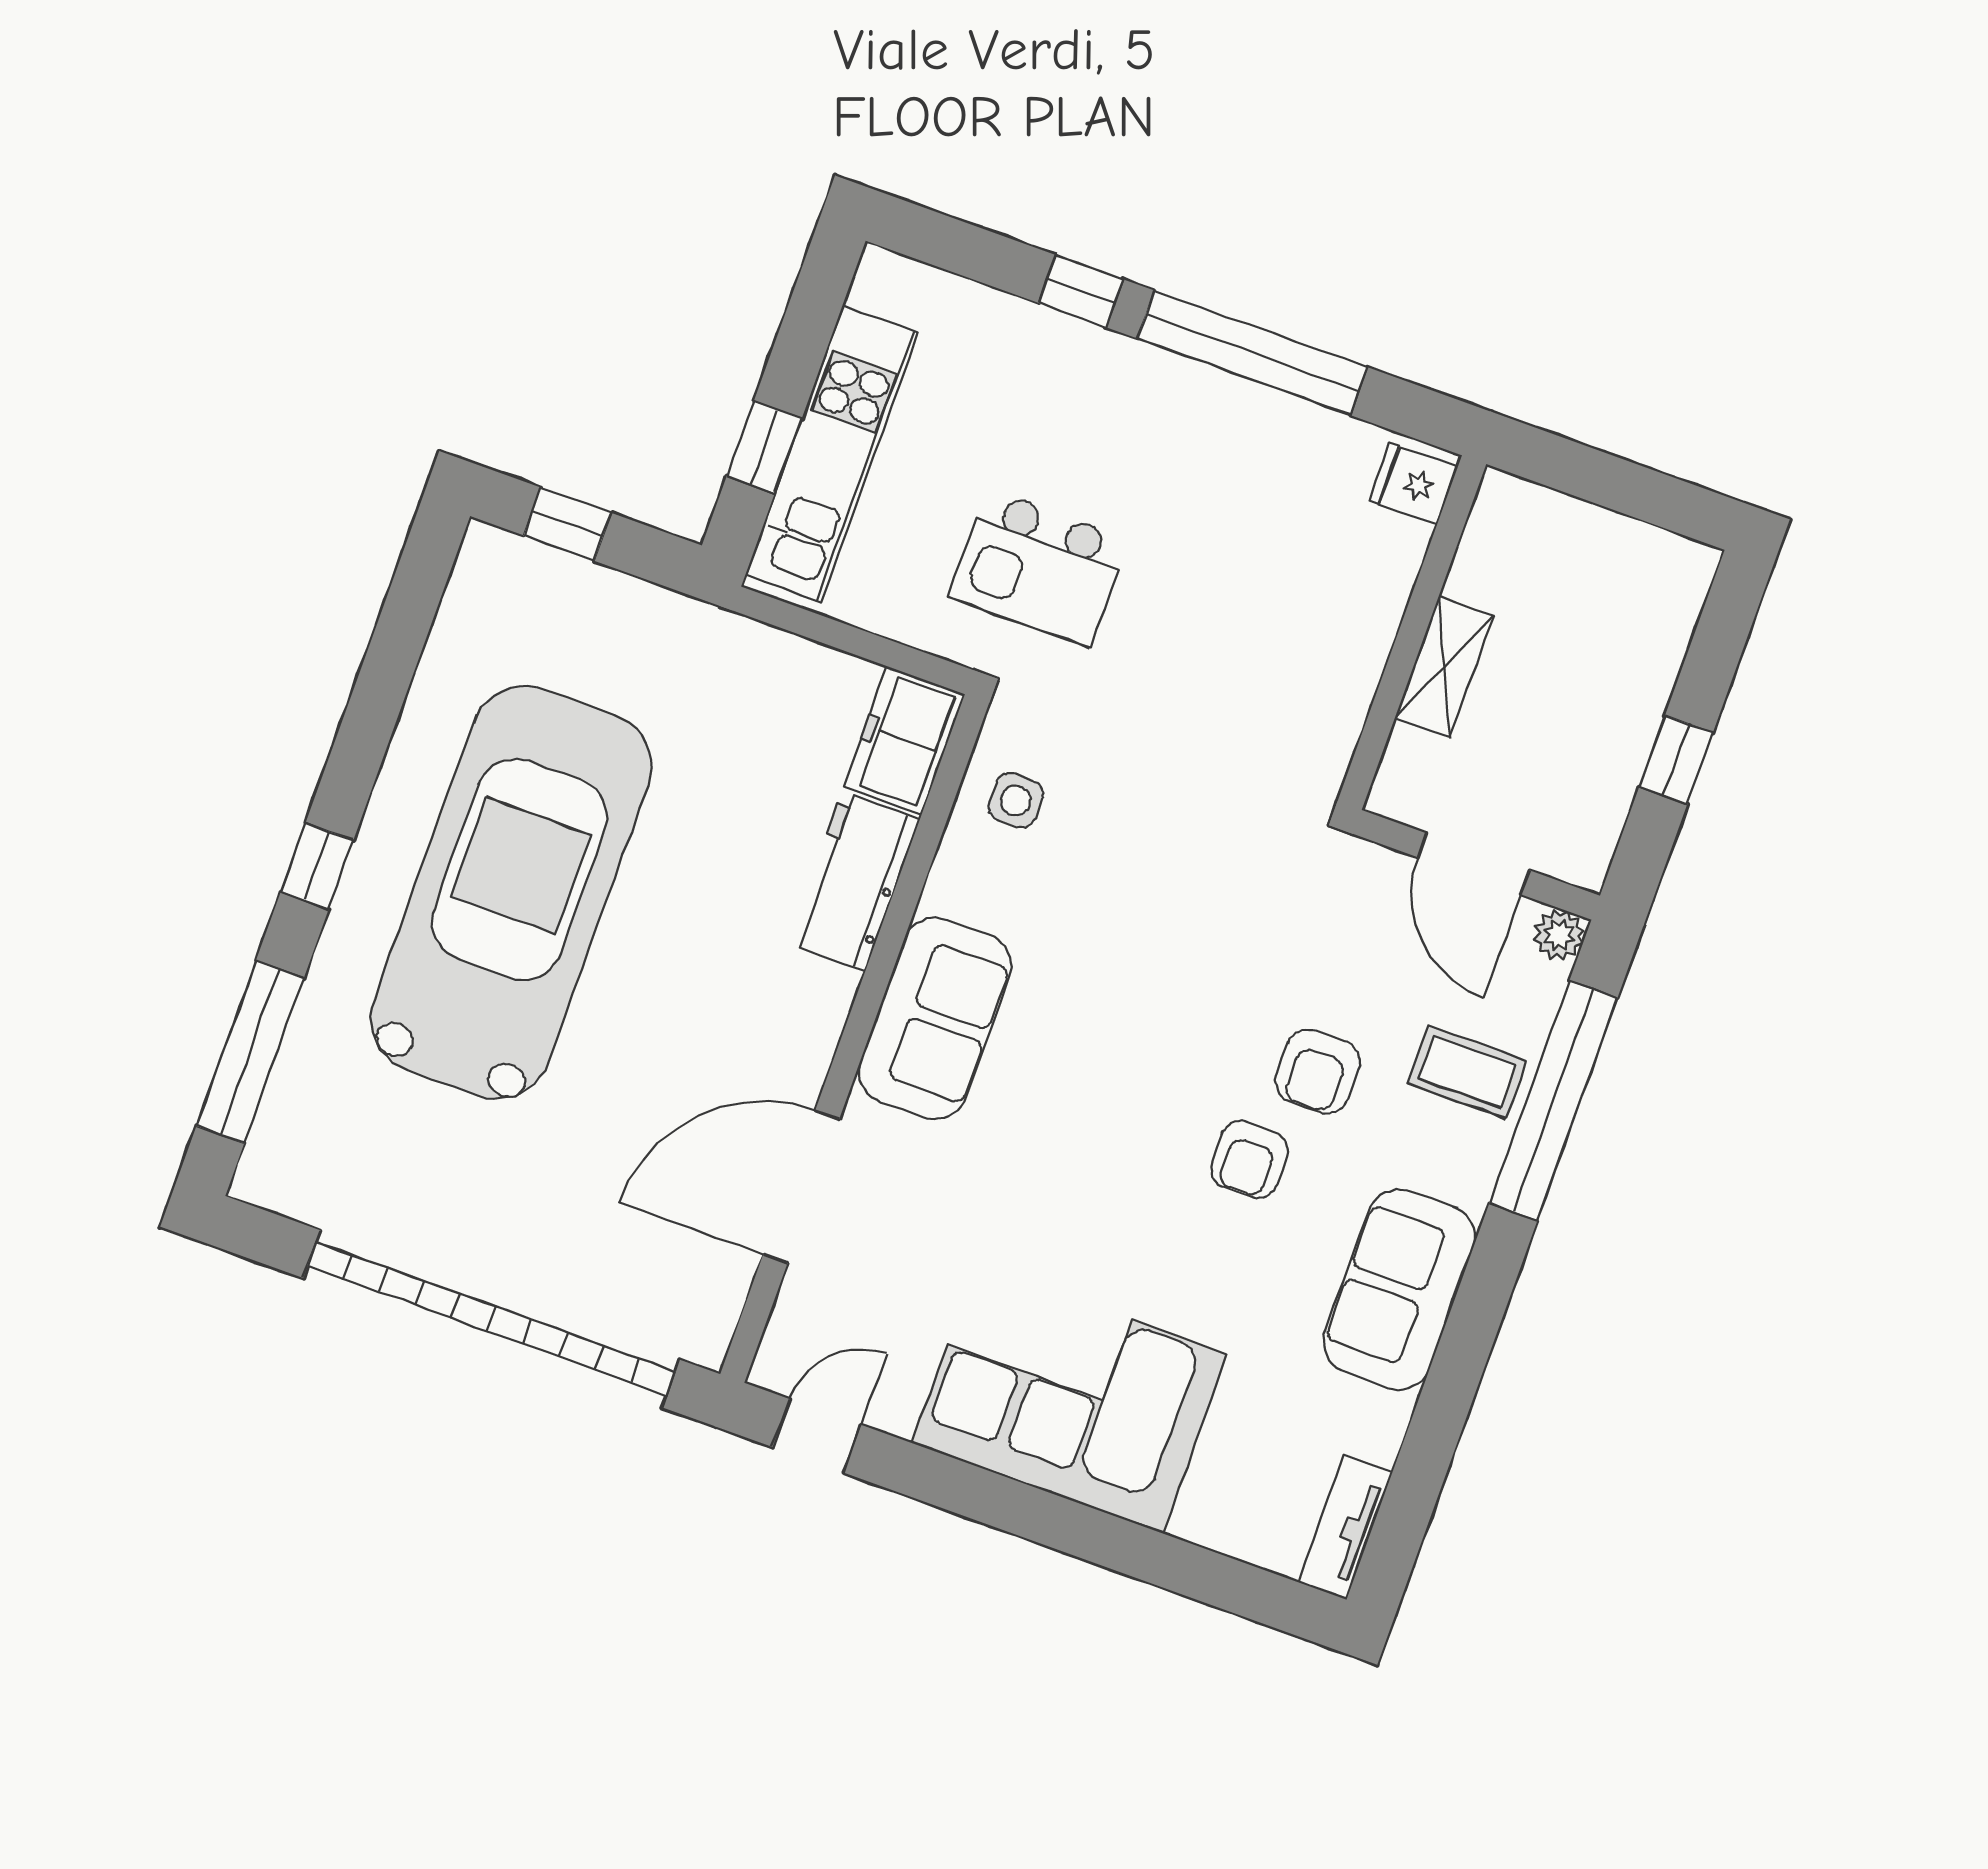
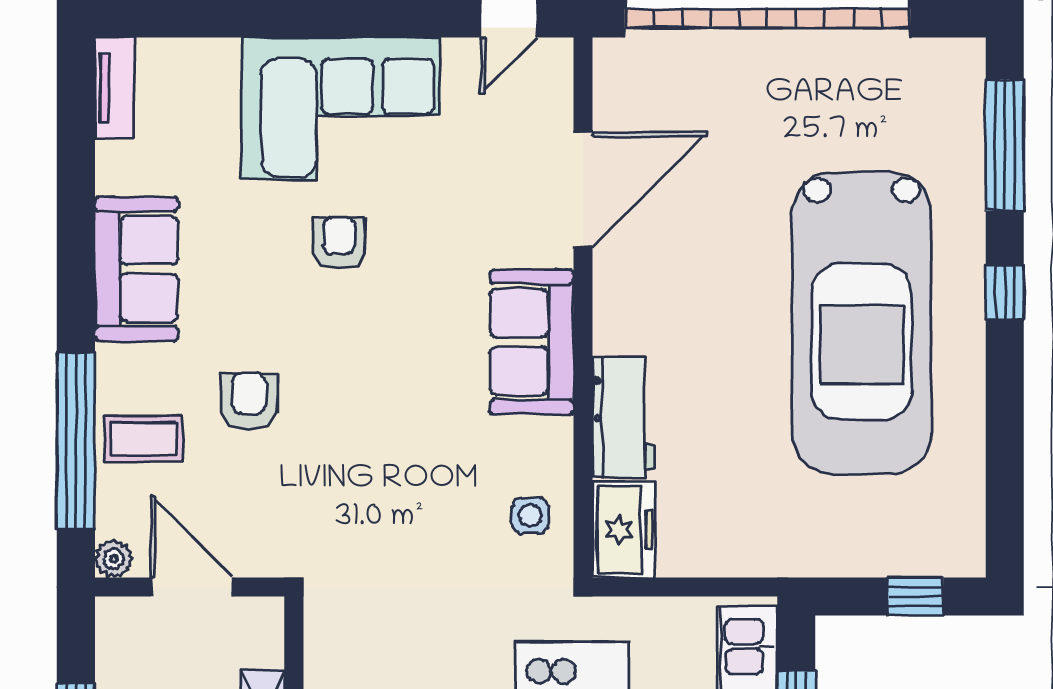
armchair: (1249, 1160) -> (339, 243), moved

